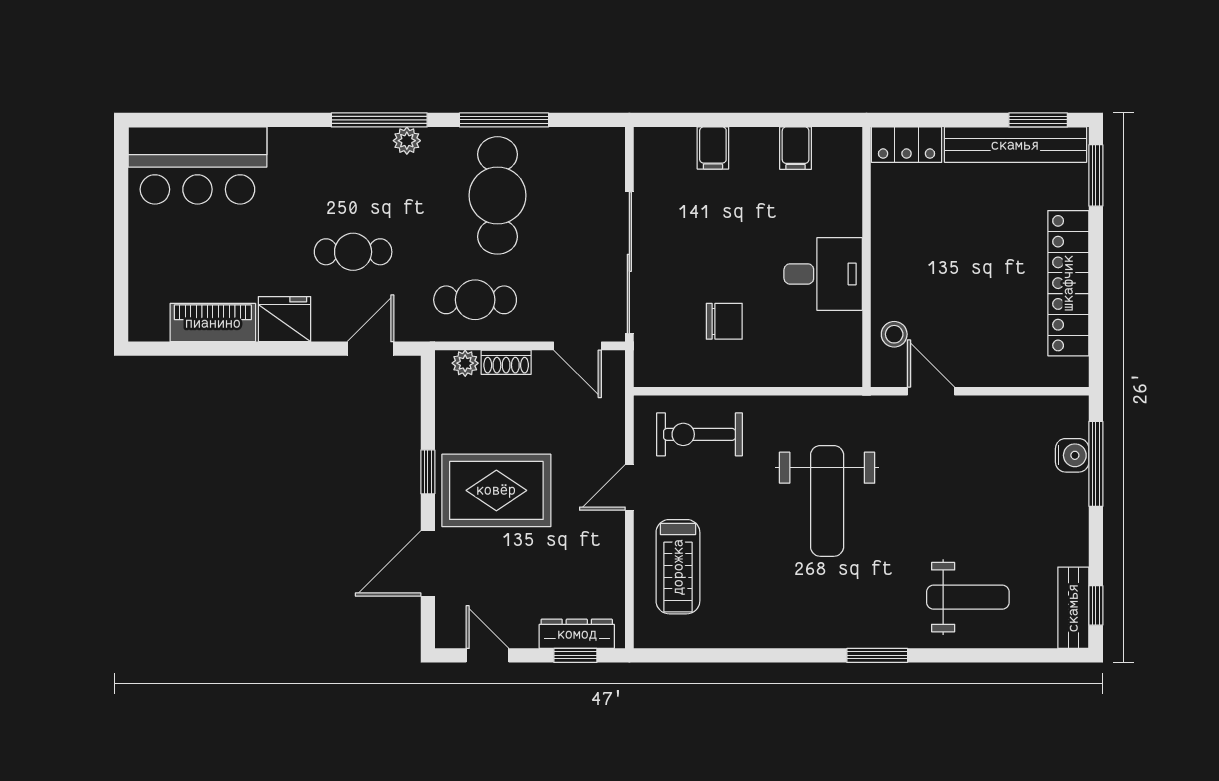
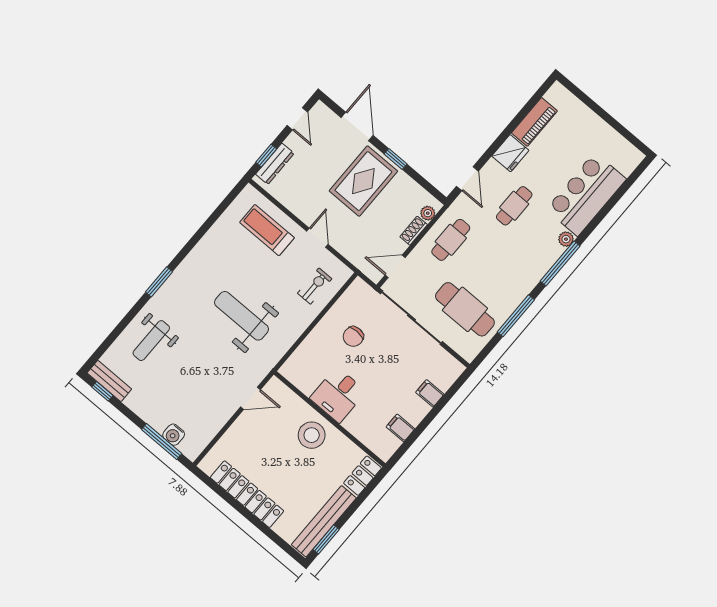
plant: (407, 141) -> (566, 239), moved
bar counter: (197, 165) -> (586, 194), moved
window: (1096, 175) -> (282, 544), removed
cafe table: (498, 195) -> (465, 309), moved
stool: (894, 334) -> (312, 435), moved, width x1.89, depth x1.89
exercise bike: (700, 434) -> (315, 286), width x0.73, depth x0.72
door: (487, 655) -> (297, 119), hinge flipped

